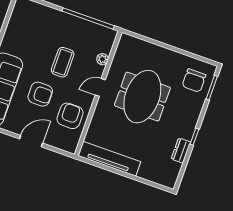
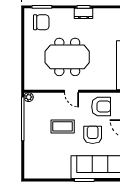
plant: (102, 59) -> (29, 97), moved
armchair: (70, 116) -> (101, 107), turned 180
dresser: (181, 151) -> (84, 13), moved

